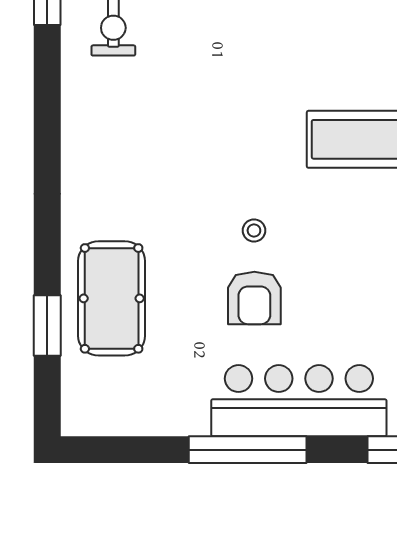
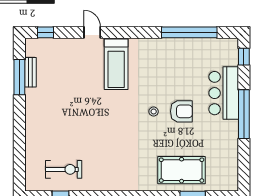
bar counter: (299, 401) -> (224, 93), width x0.73

